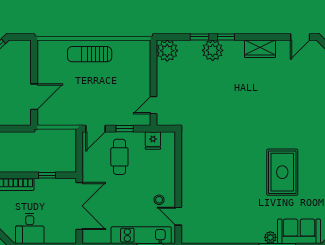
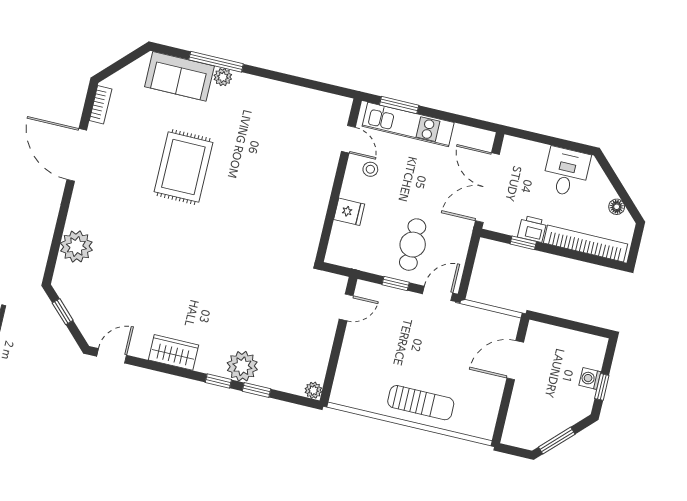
plant: (167, 51) -> (313, 390), width x0.53, depth x0.53
fridge: (153, 140) -> (349, 212), moved, turned 90
printer: (43, 186) -> (532, 229), added

